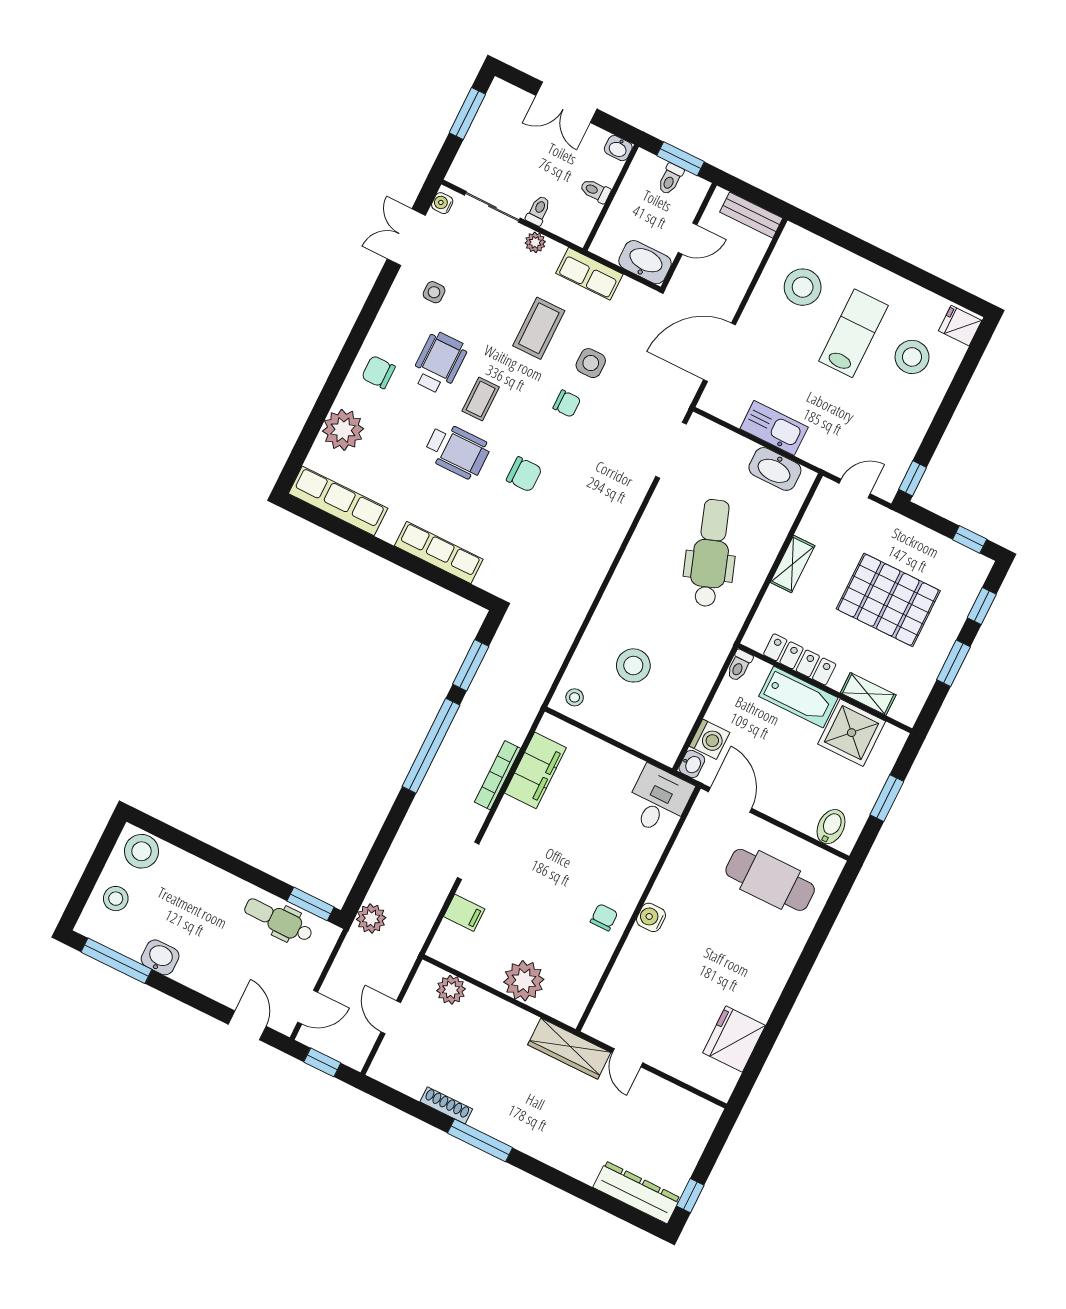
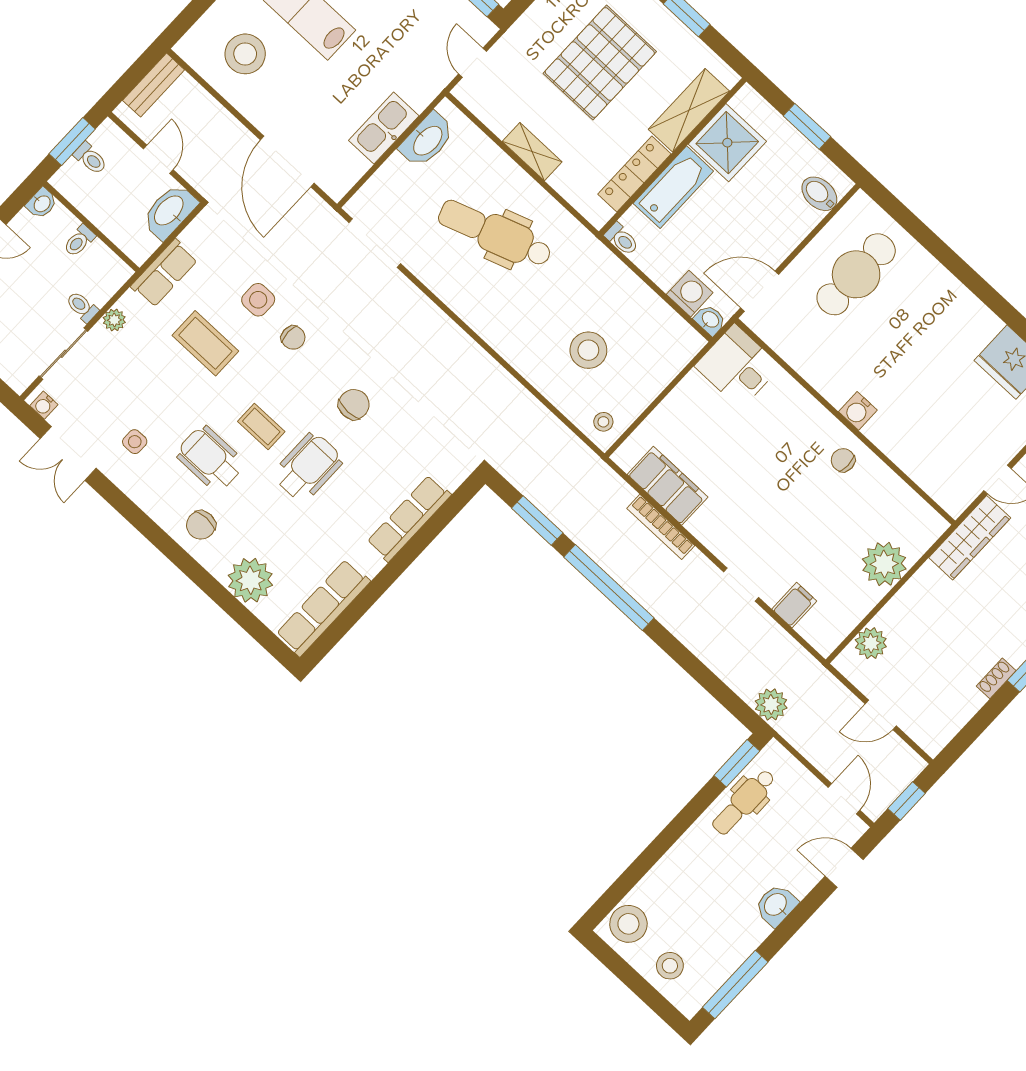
chair: (567, 404) -> (293, 338), turned 90
shelving: (868, 694) -> (689, 110), width x1.50, depth x1.33
washbasin: (160, 957) -> (776, 905), moved
shoe rack: (446, 1105) -> (996, 678), width x0.70

